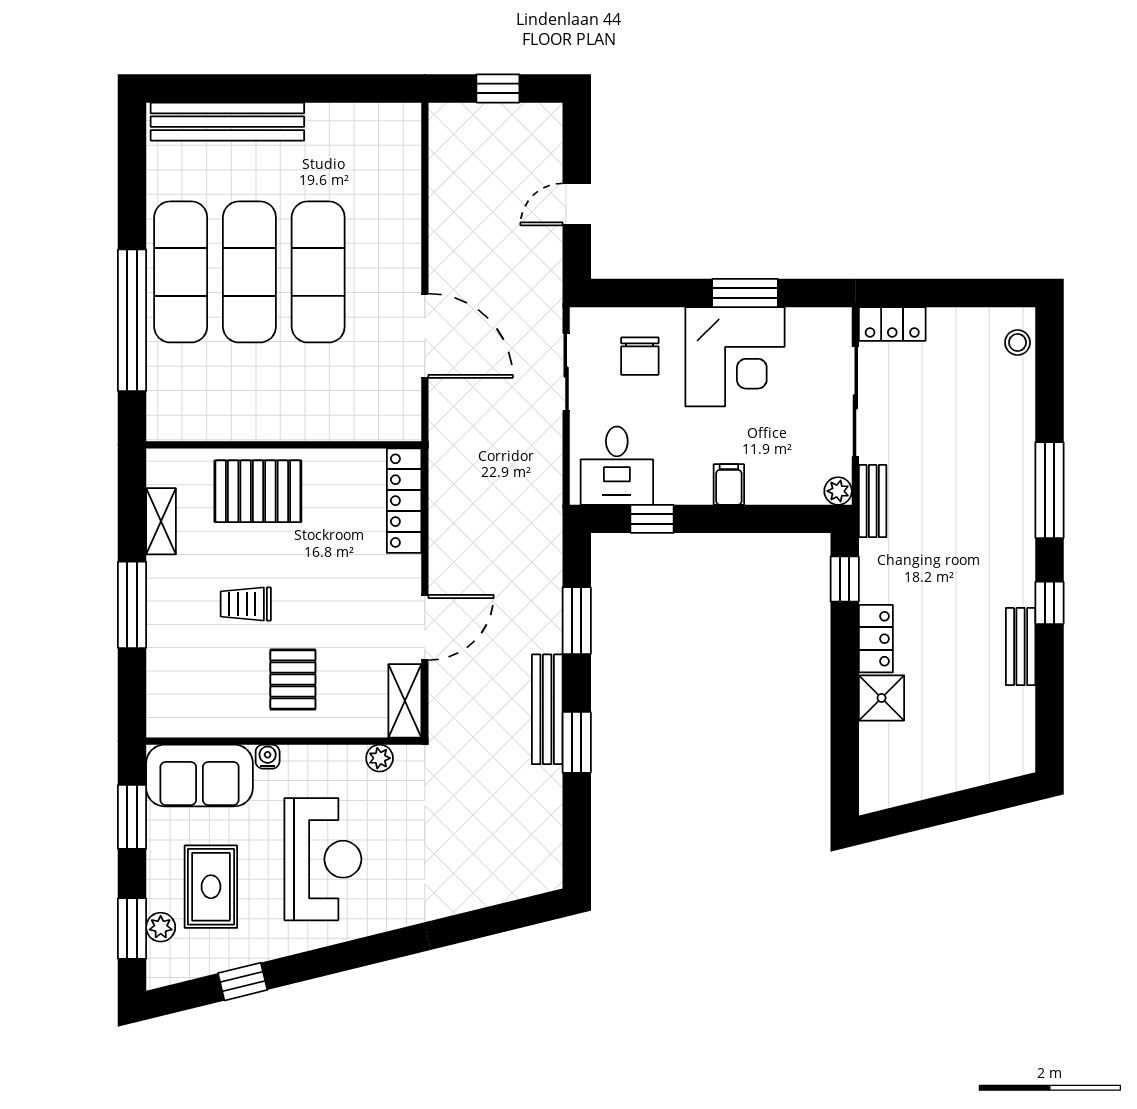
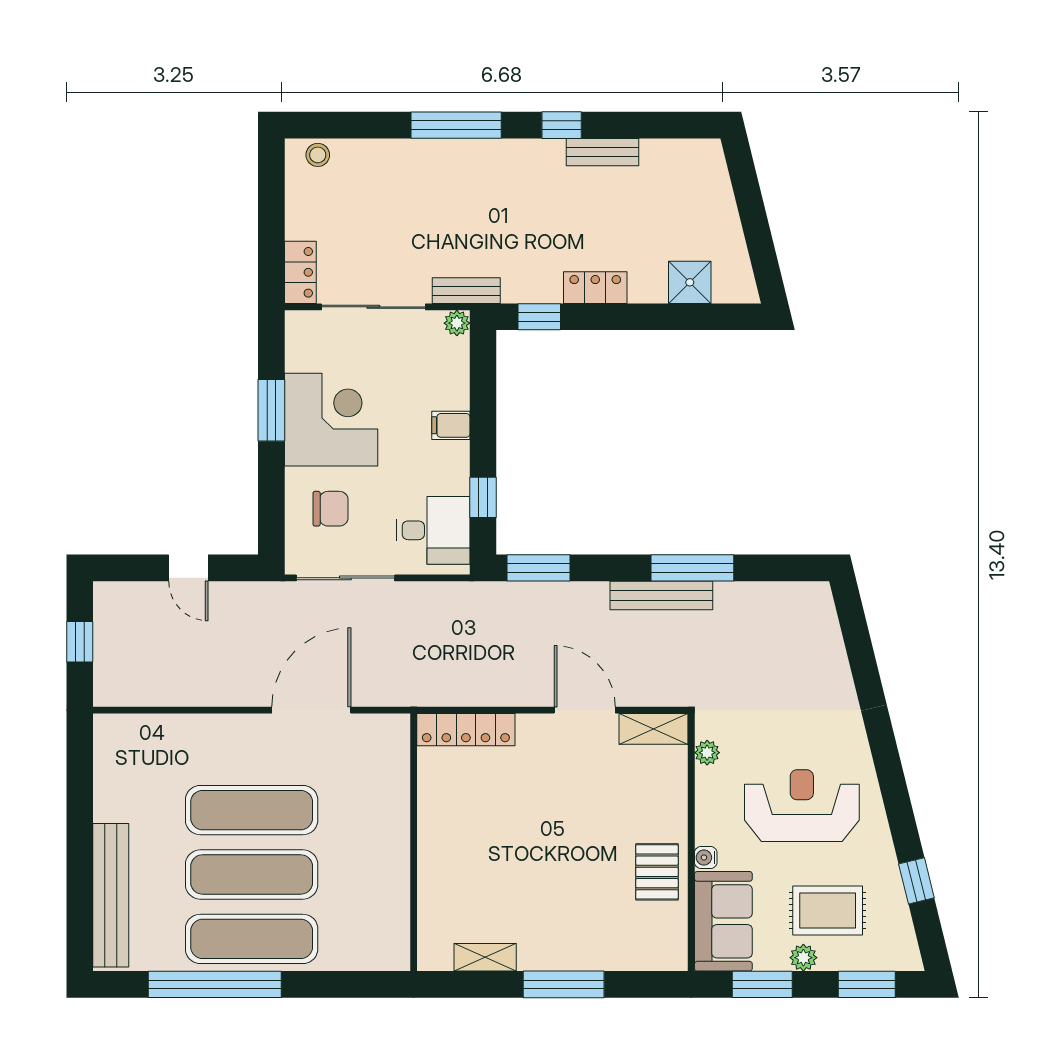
window: (132, 320) -> (215, 984), moved
sliding door: (566, 372) -> (345, 578), width x1.37
pallet: (258, 491) -> (457, 866), removed
trolley: (246, 604) -> (563, 878), removed
window: (577, 621) -> (538, 568), moved
pallet: (293, 679) -> (657, 872), moved, turned 90
shower: (882, 698) -> (690, 282), moved
window: (577, 742) -> (692, 568), width x1.44
plant: (161, 927) -> (803, 958), moved

